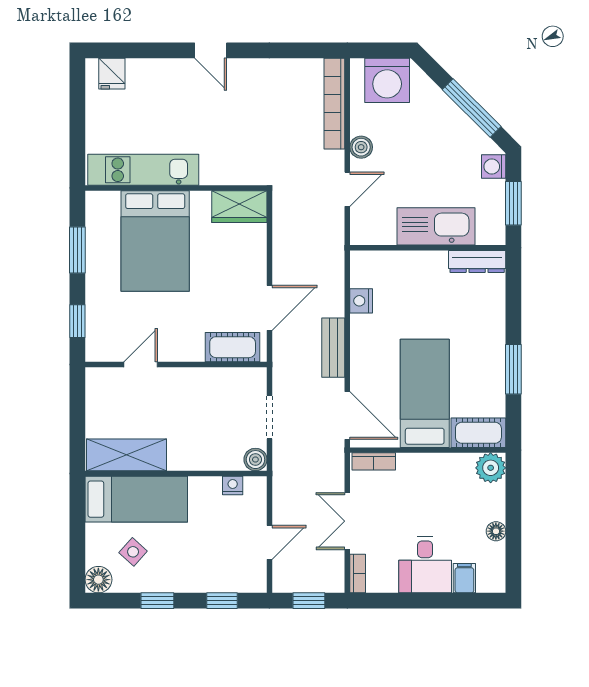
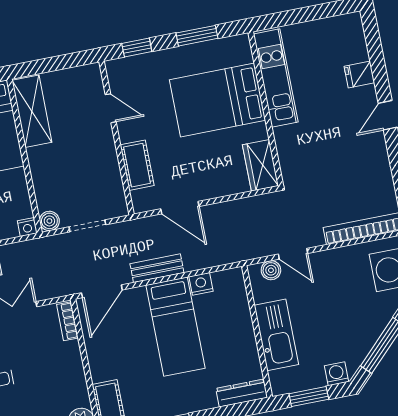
fridge: (112, 74) -> (359, 75), moved
boiler: (361, 147) -> (271, 270), moved
dresser: (477, 261) -> (242, 393), moved, turned 90
cot: (233, 347) -> (137, 165), moved
bed: (425, 393) -> (175, 327), moved, turned 90
nightstand: (233, 486) -> (27, 227), moved, turned 90

